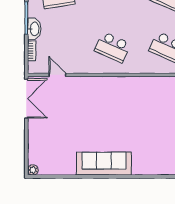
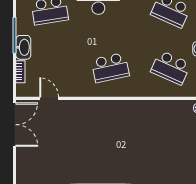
school desk: (112, 47) -> (110, 68), turned -36

